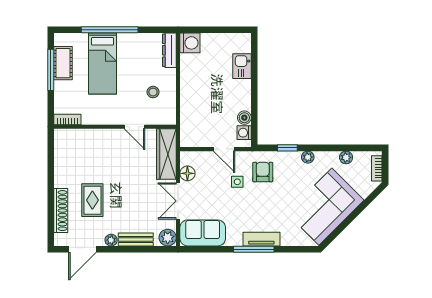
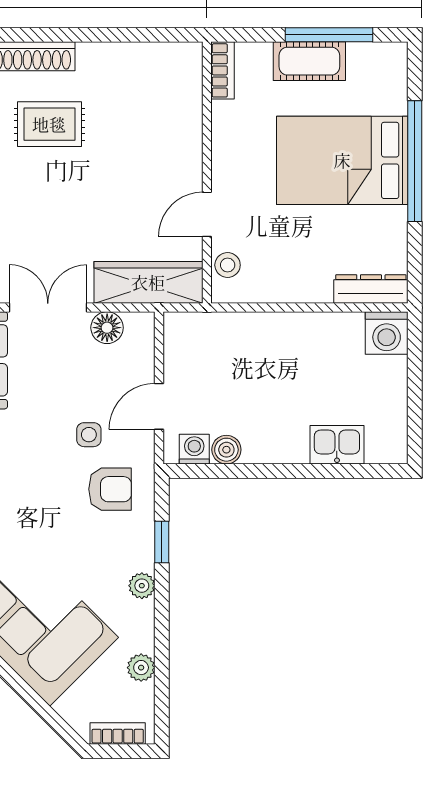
cot: (63, 63) -> (309, 61), moved
bed: (103, 64) -> (342, 160), width x1.50
stool: (153, 92) -> (228, 265), moved

